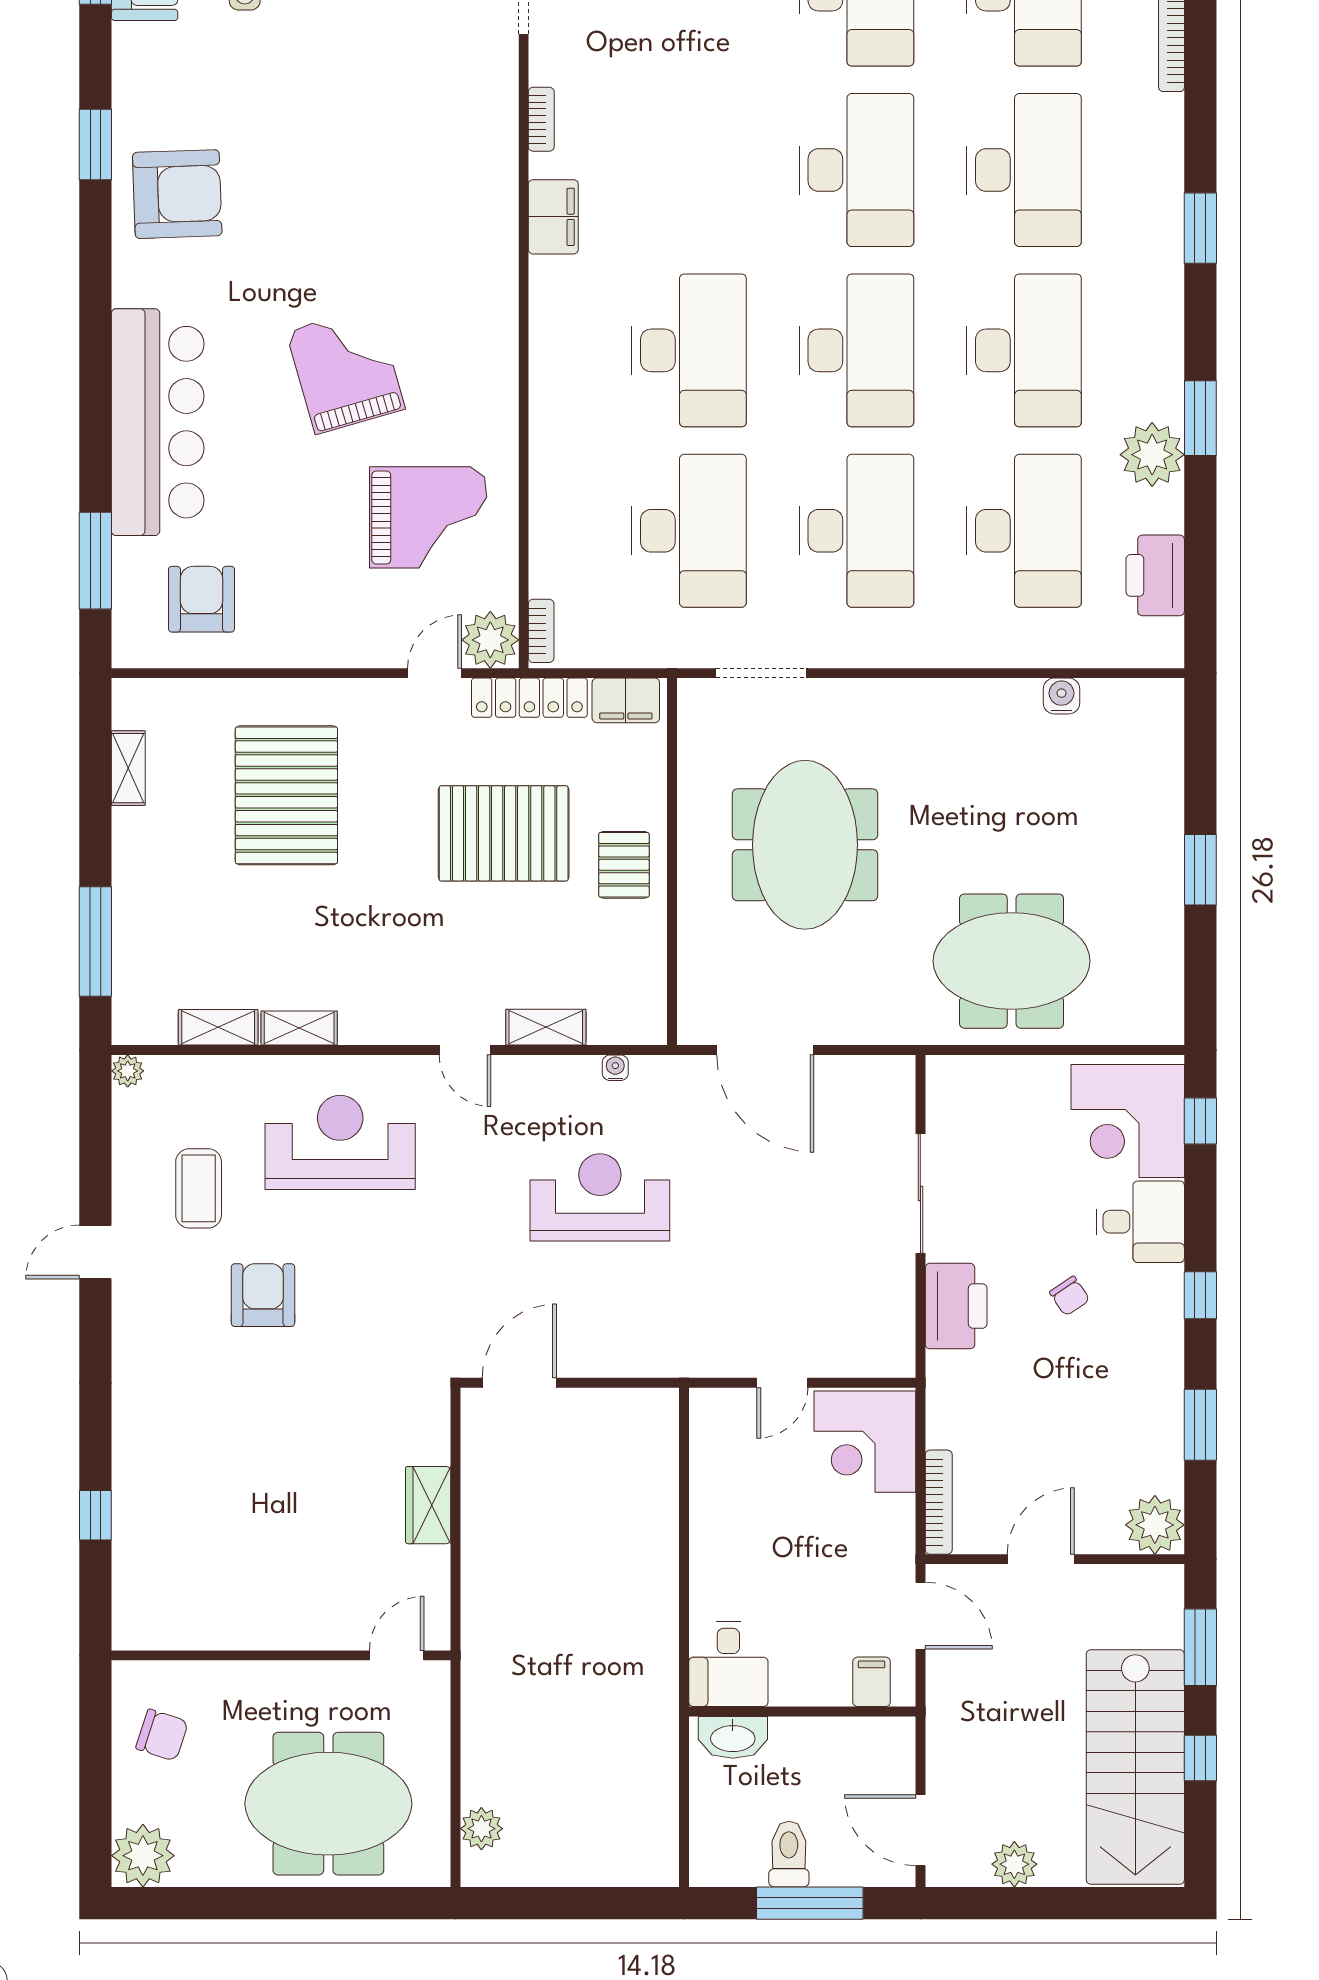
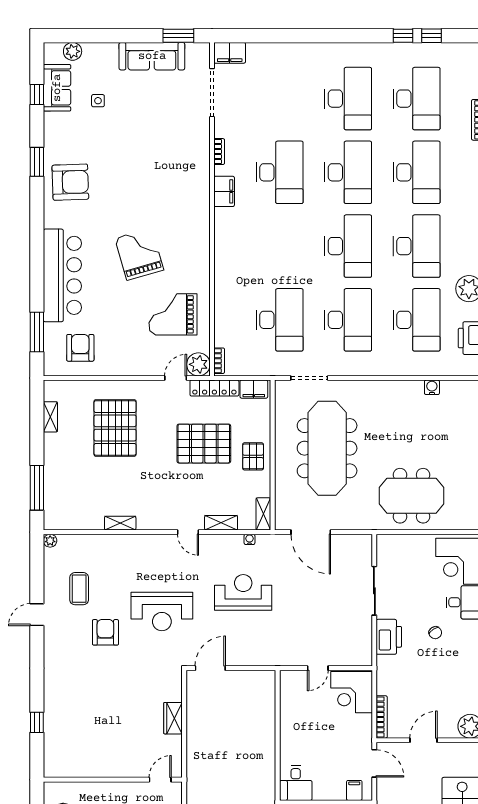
desk: (689, 350) -> (280, 172), moved
grand piano: (428, 517) -> (173, 314), turned 180
meeting table: (805, 845) -> (327, 448), width x1.36
shelving: (218, 1027) -> (263, 514), moved, turned 90
reception desk: (340, 1142) -> (162, 612), moved, turned 180

